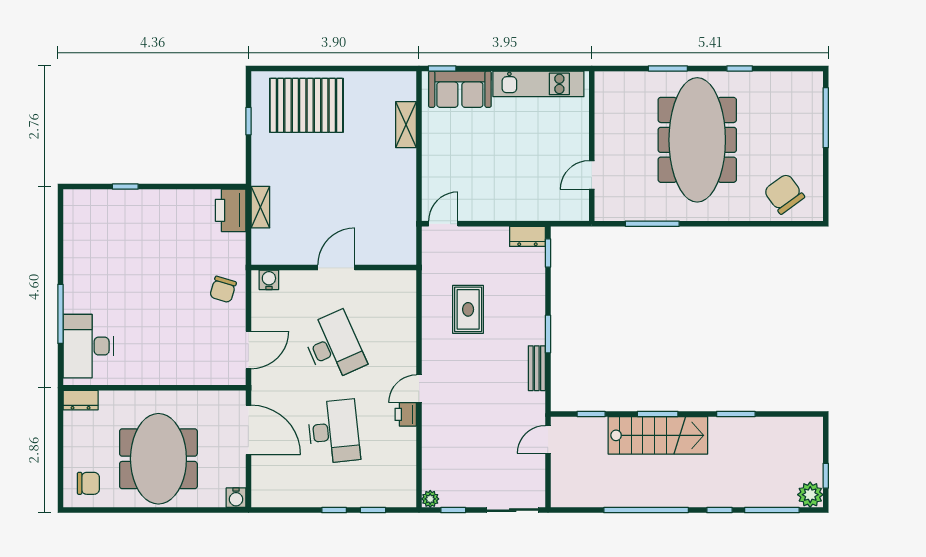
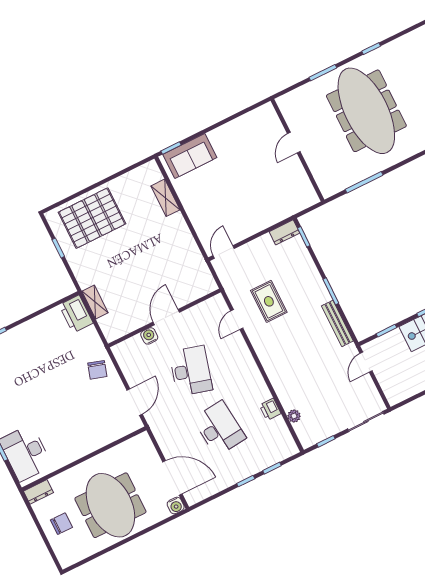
kitchen unit: (538, 84) -> (241, 126), removed
door: (592, 175) -> (294, 143), moved
water cooler: (269, 280) -> (149, 336), moved
desk: (334, 346) -> (191, 371), turned 39
bench: (537, 368) -> (337, 323), width x1.36
door: (419, 389) -> (237, 319), moved
printer: (406, 414) -> (270, 409), moved
door: (248, 430) -> (172, 478), moved
chair: (88, 483) -> (61, 524), moved
plant: (430, 499) -> (294, 416), moved

